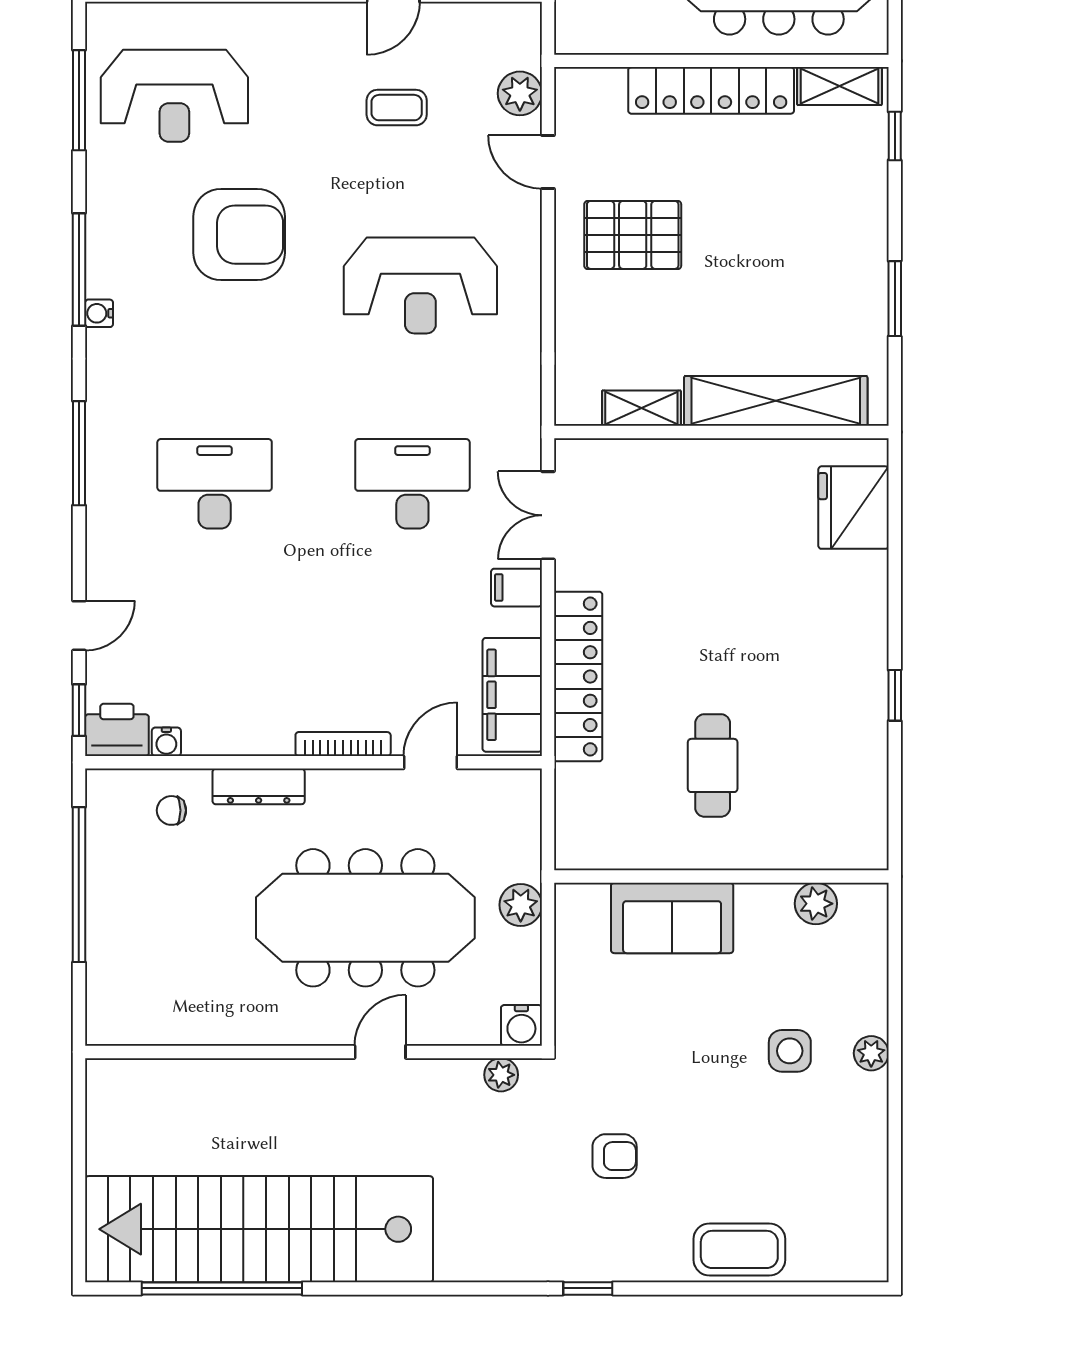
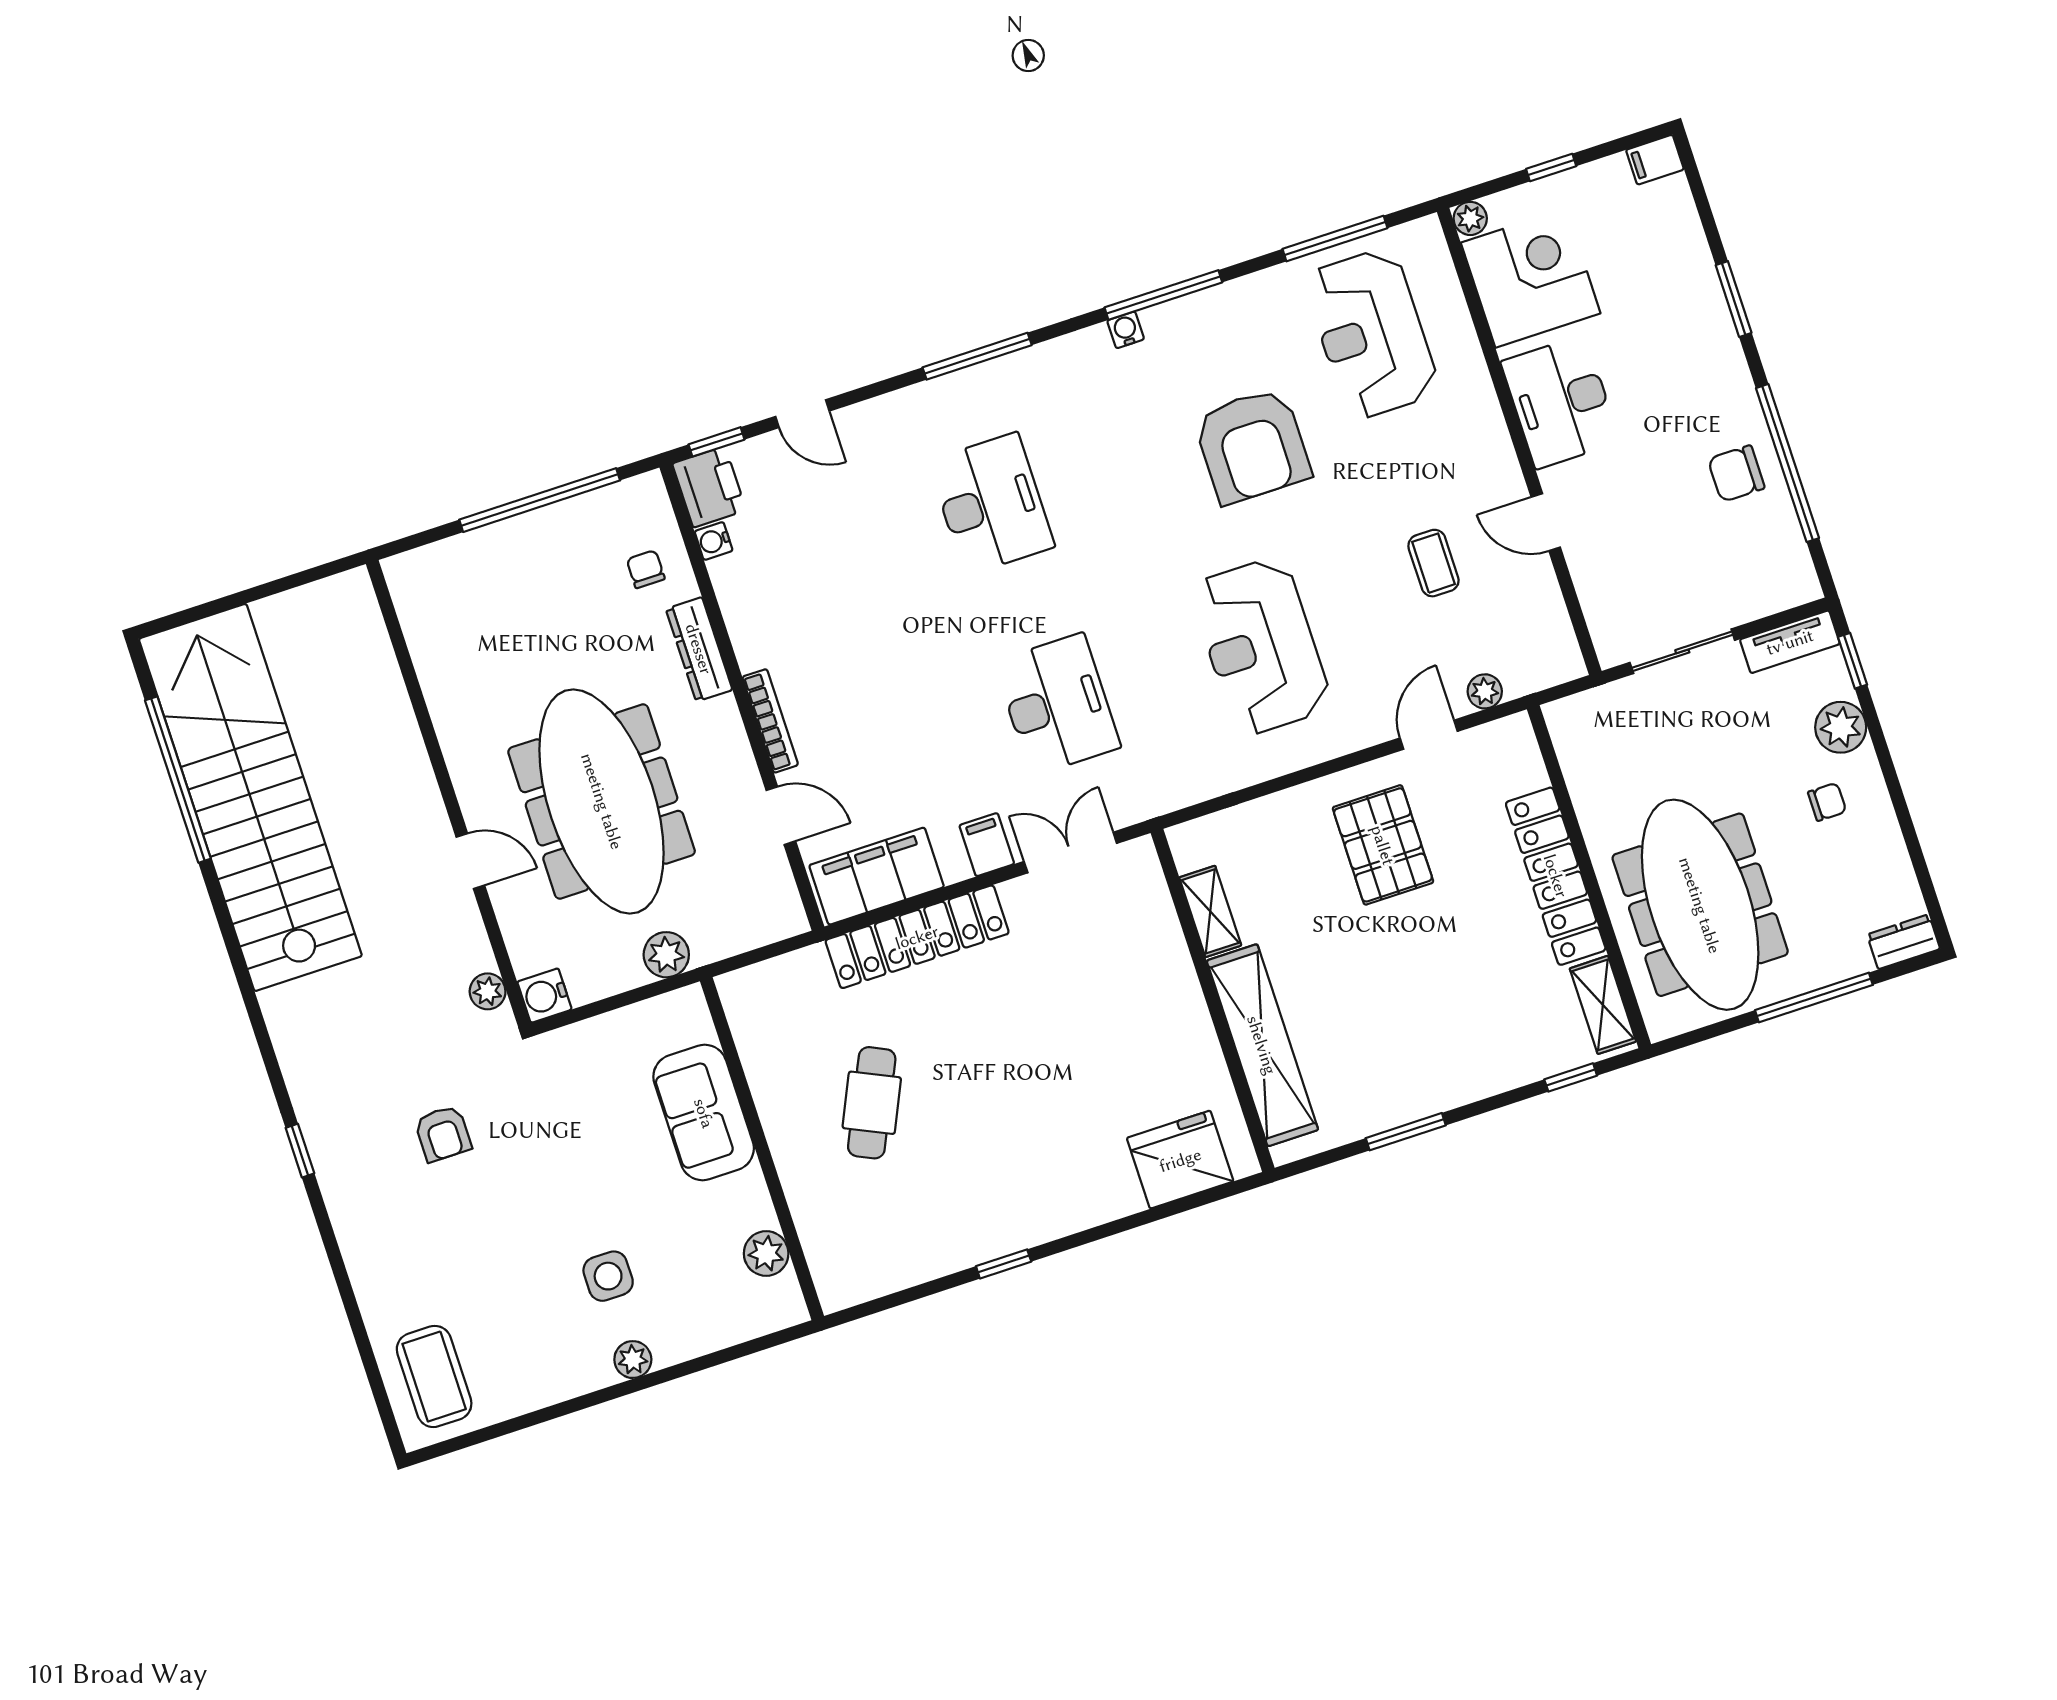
plant: (520, 93) -> (1485, 691), width x0.73, depth x0.73
cafe table: (713, 765) -> (872, 1103), turned -65
coffee table: (739, 1249) -> (434, 1376), moved

